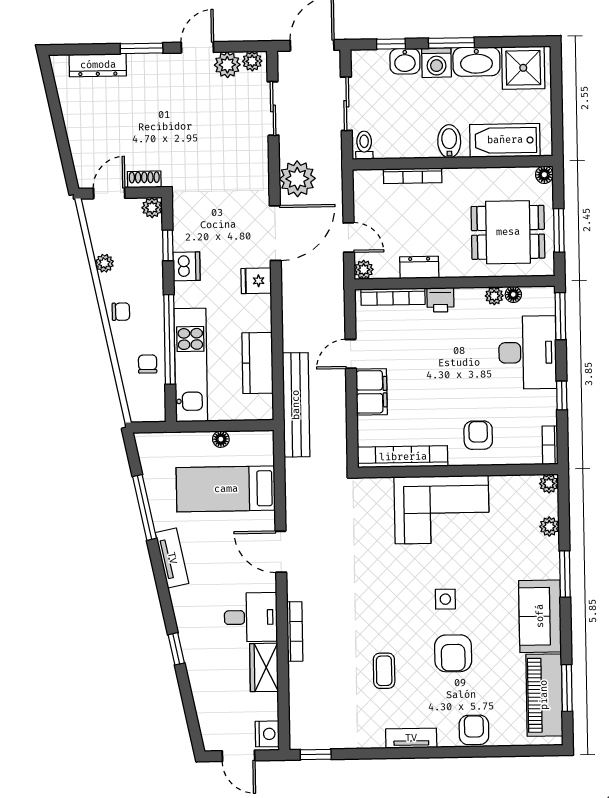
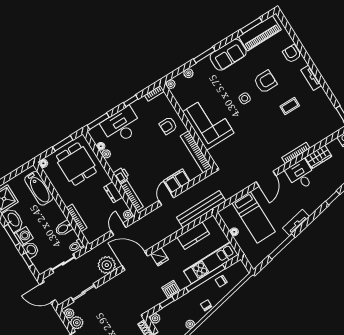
bidet: (449, 141) -> (64, 228), moved
door: (351, 354) -> (166, 199), swing flipped
armchair: (474, 730) -> (292, 54), turned 90

